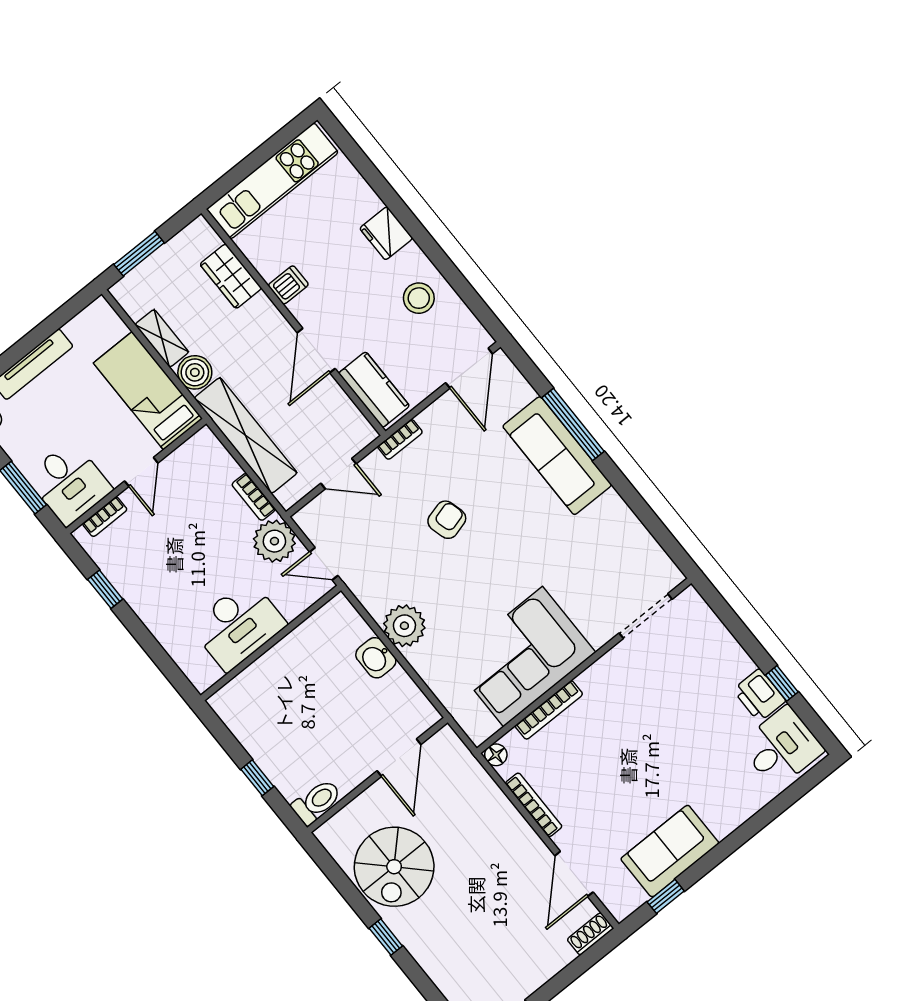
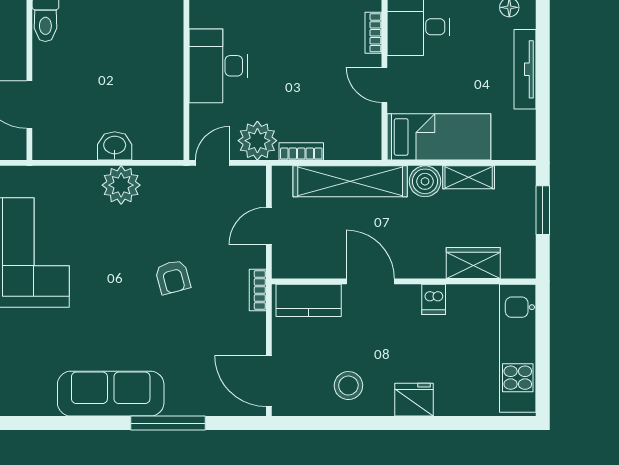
sofa: (557, 456) -> (111, 394), moved

